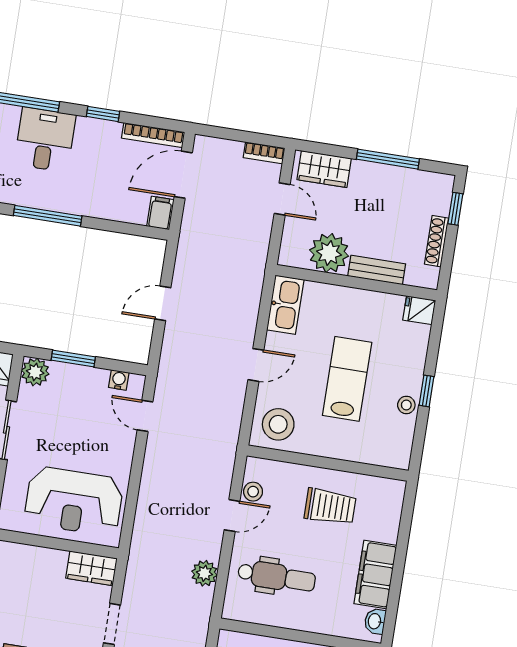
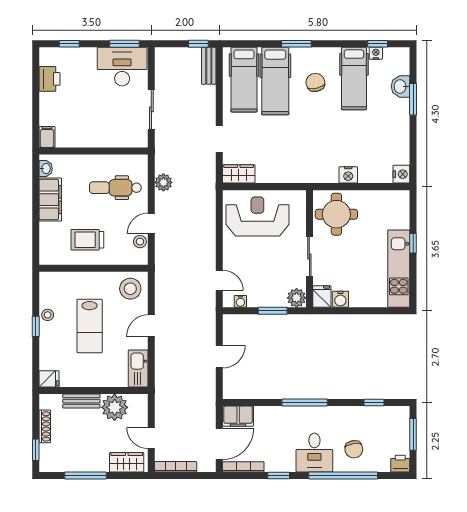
bookcase: (264, 153) -> (176, 467), width x1.56
filing cabinet: (160, 213) -> (238, 416), width x2.00

